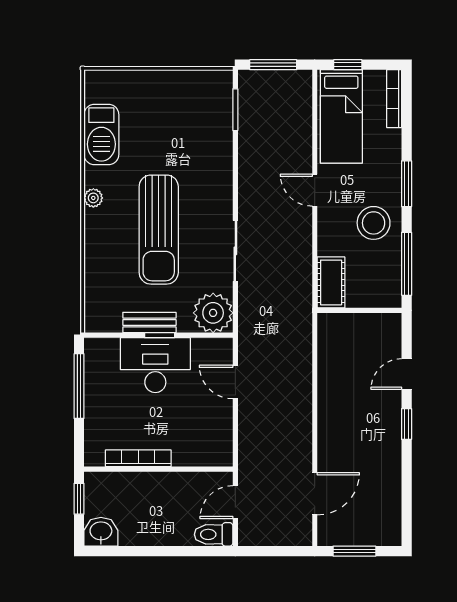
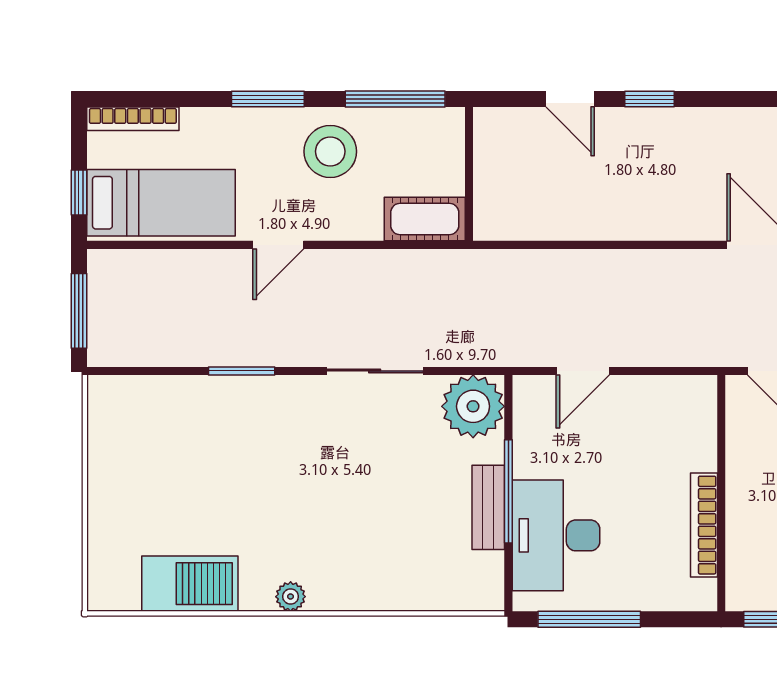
window: (235, 110) -> (242, 371), moved
sun lounger: (159, 230) -> (341, 493), removed
window: (160, 335) -> (508, 491), width x2.17
desk: (155, 365) -> (556, 535), moved

